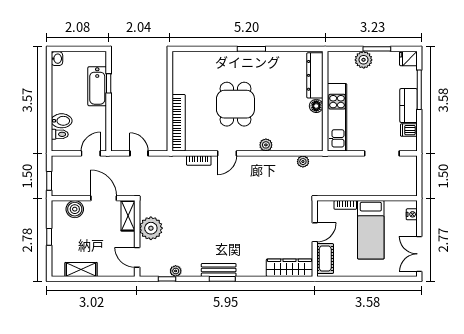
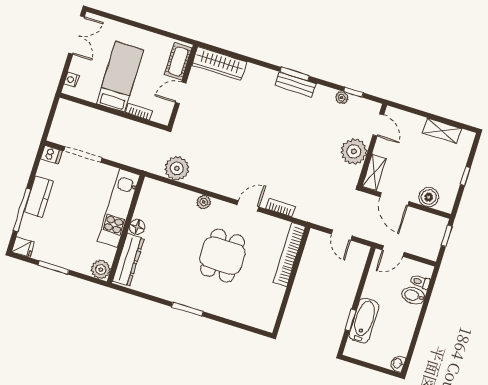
plant: (364, 60) -> (101, 270), moved
dishwasher: (409, 130) -> (51, 155), moved
plant: (303, 162) -> (177, 168), width x1.87, depth x1.87

